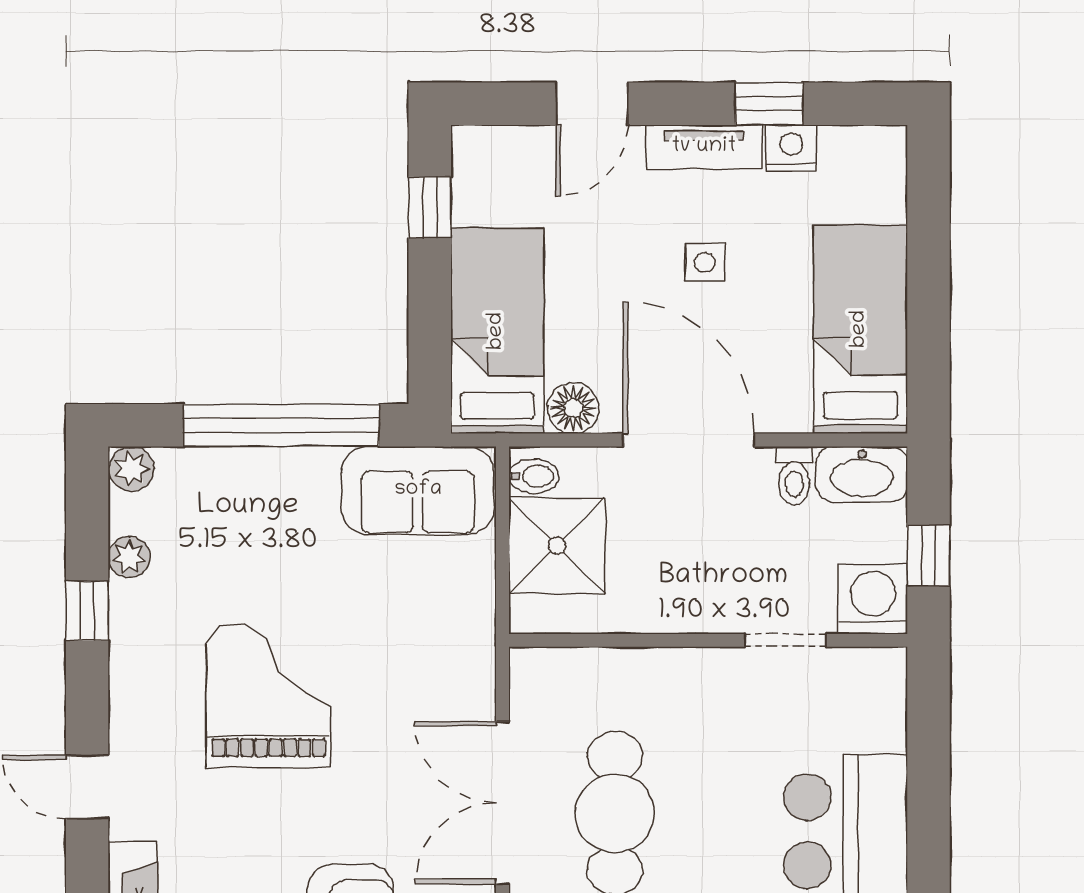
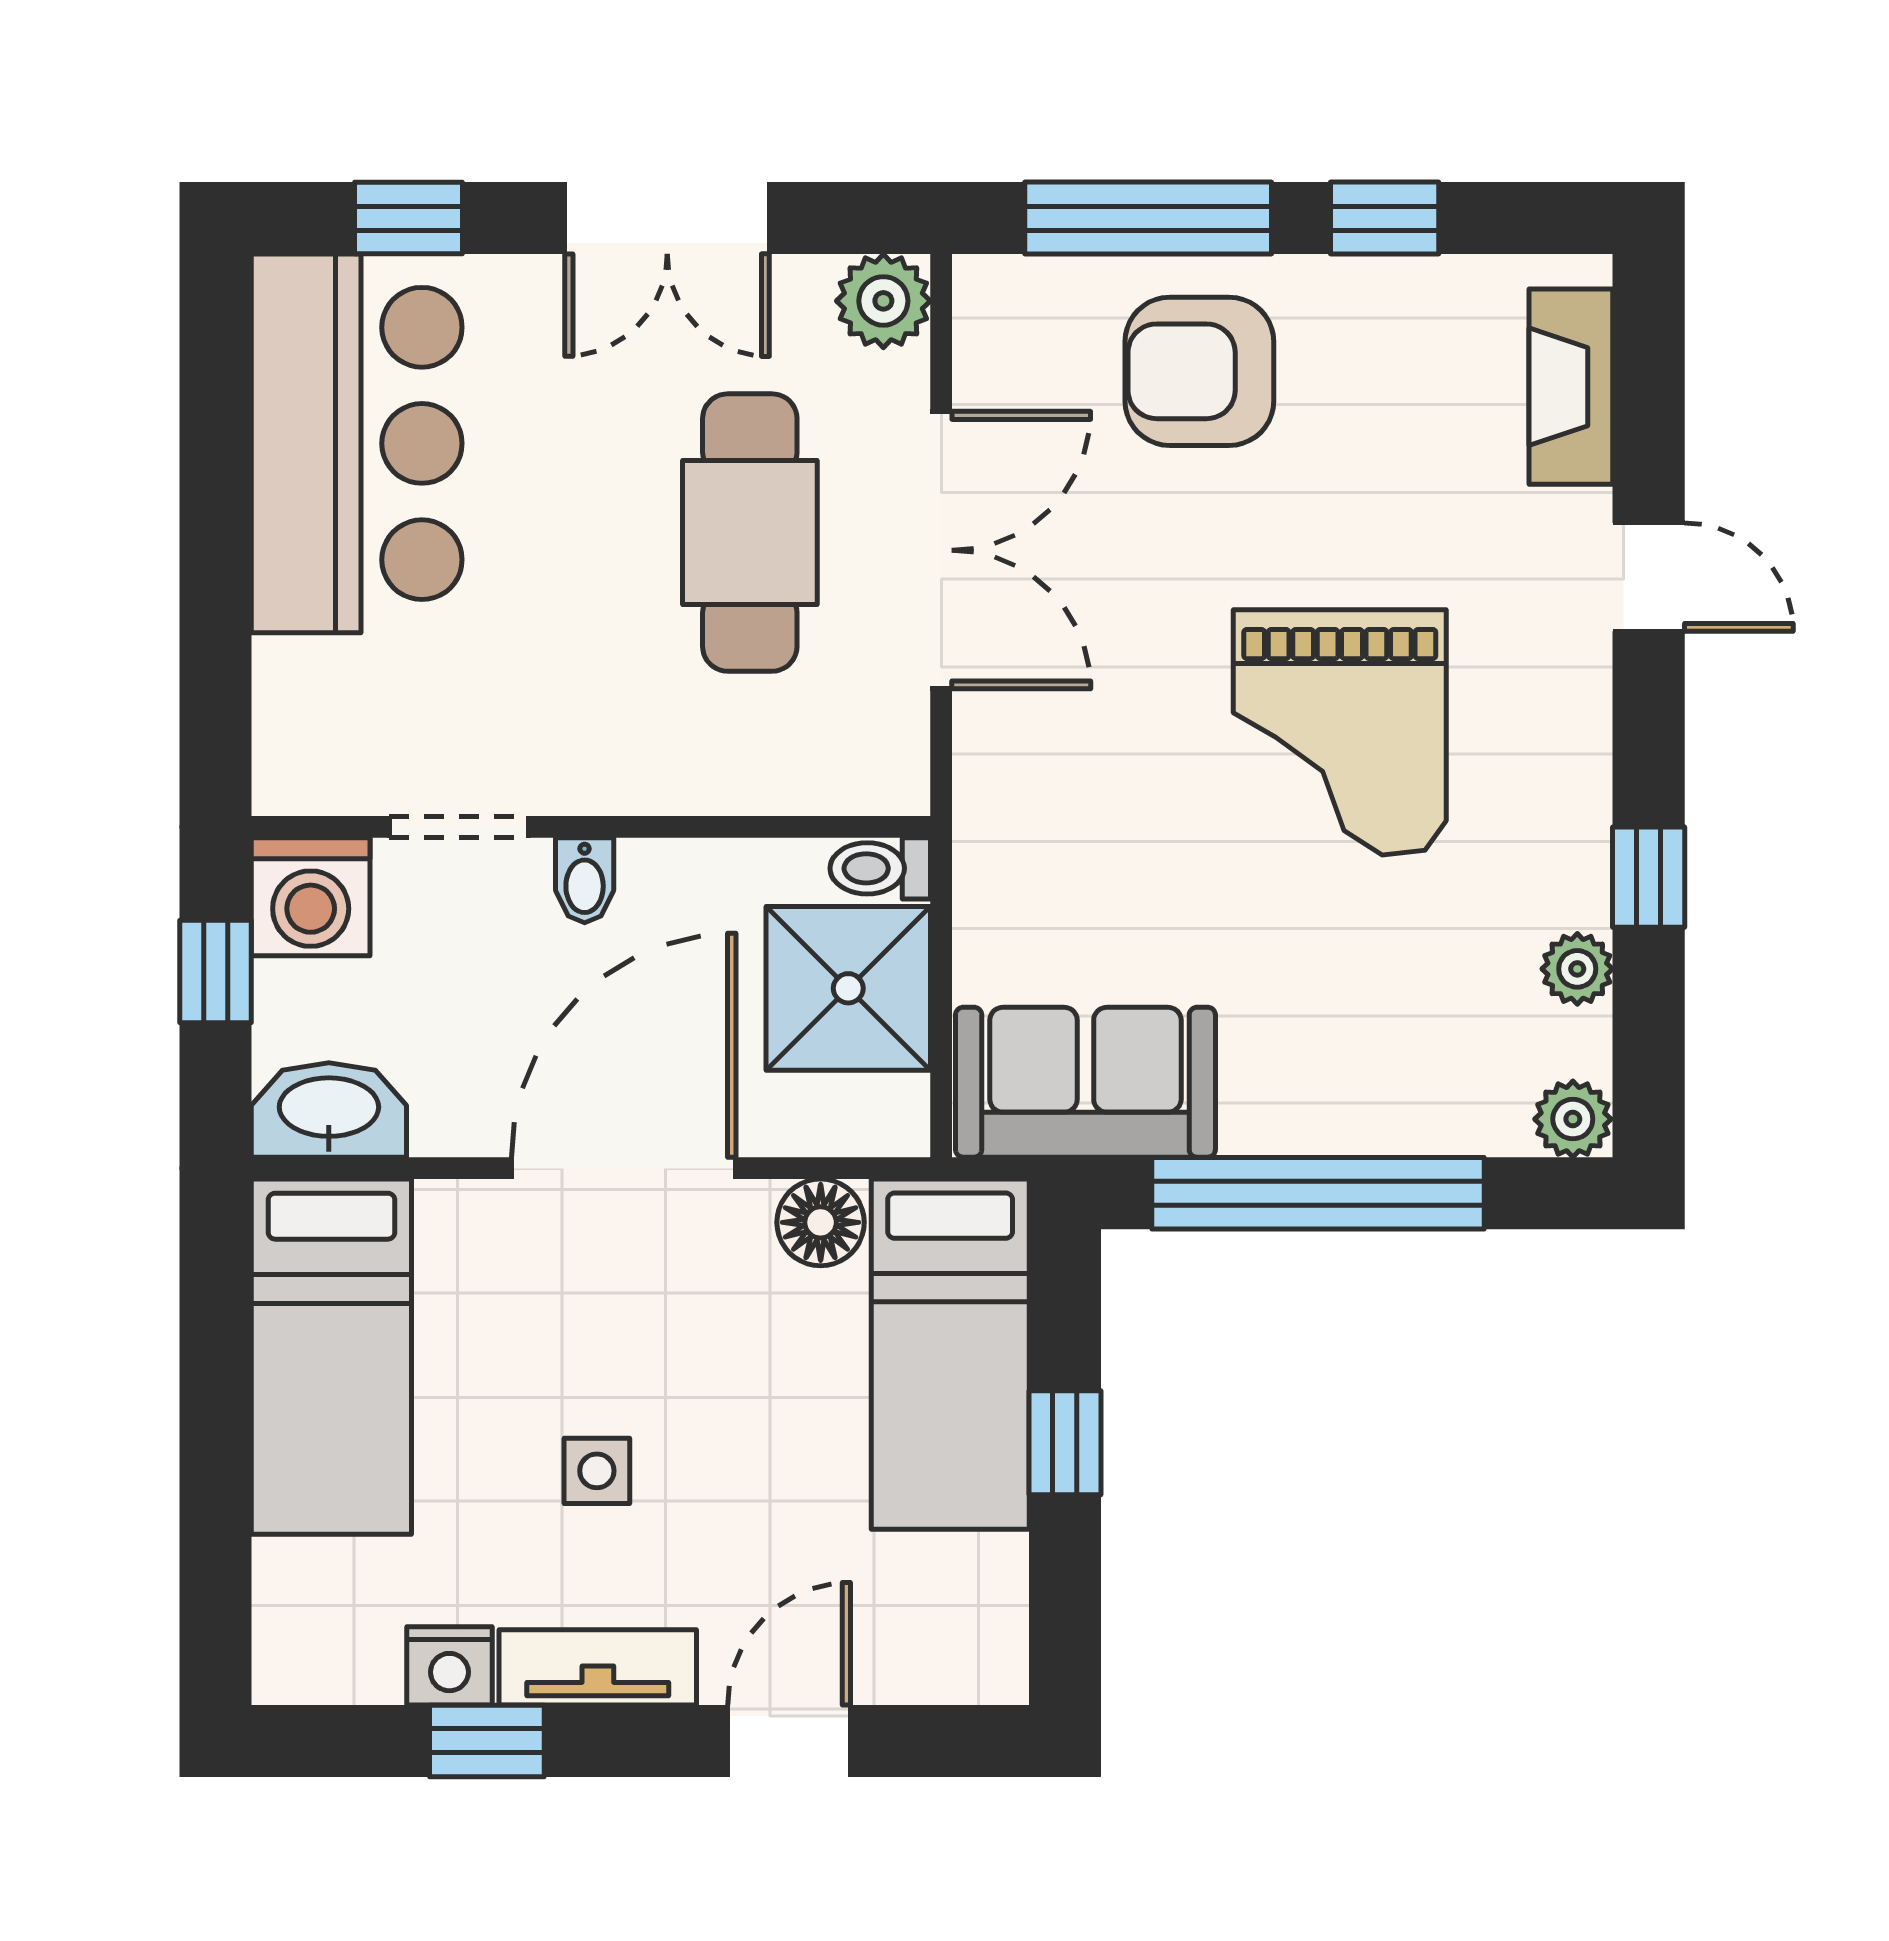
window: (430, 208) -> (1065, 1443), moved
door: (689, 440) -> (624, 1168), swing flipped
bidet: (534, 476) -> (585, 880), moved, turned -90
toilet: (794, 476) -> (880, 868), moved, turned -90

